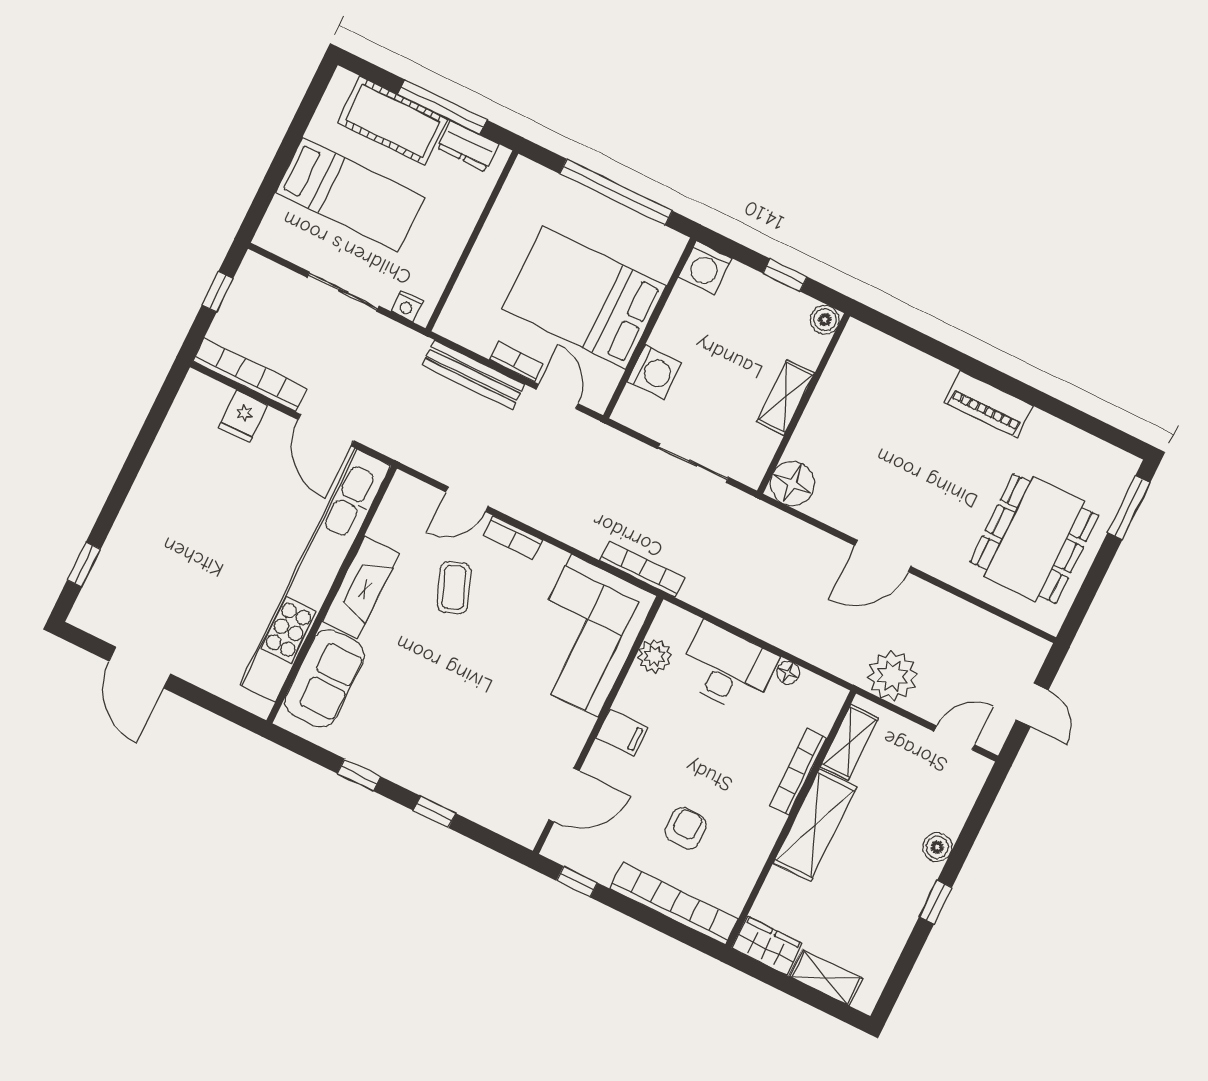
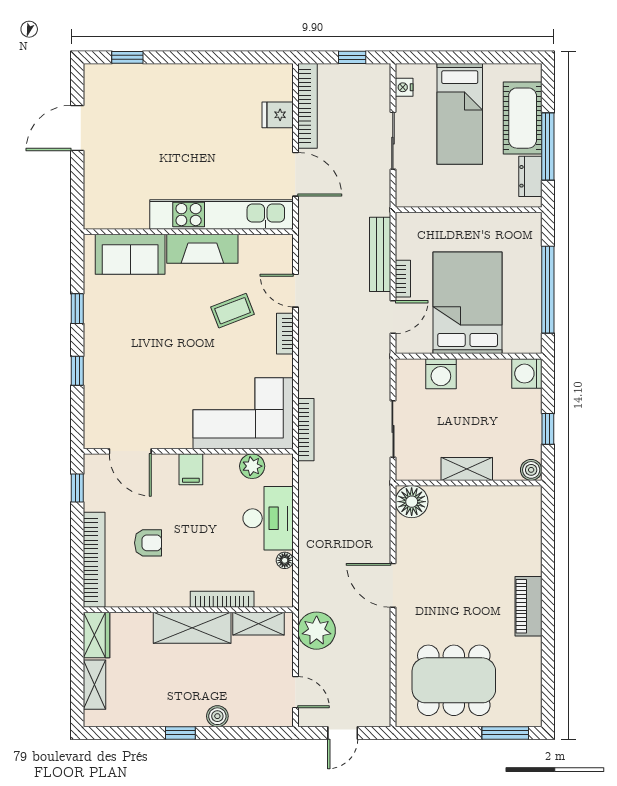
nightstand: (407, 306) -> (404, 87), moved
door: (326, 430) -> (295, 174), swing flipped
kitchen unit: (315, 575) -> (221, 215), width x0.73

